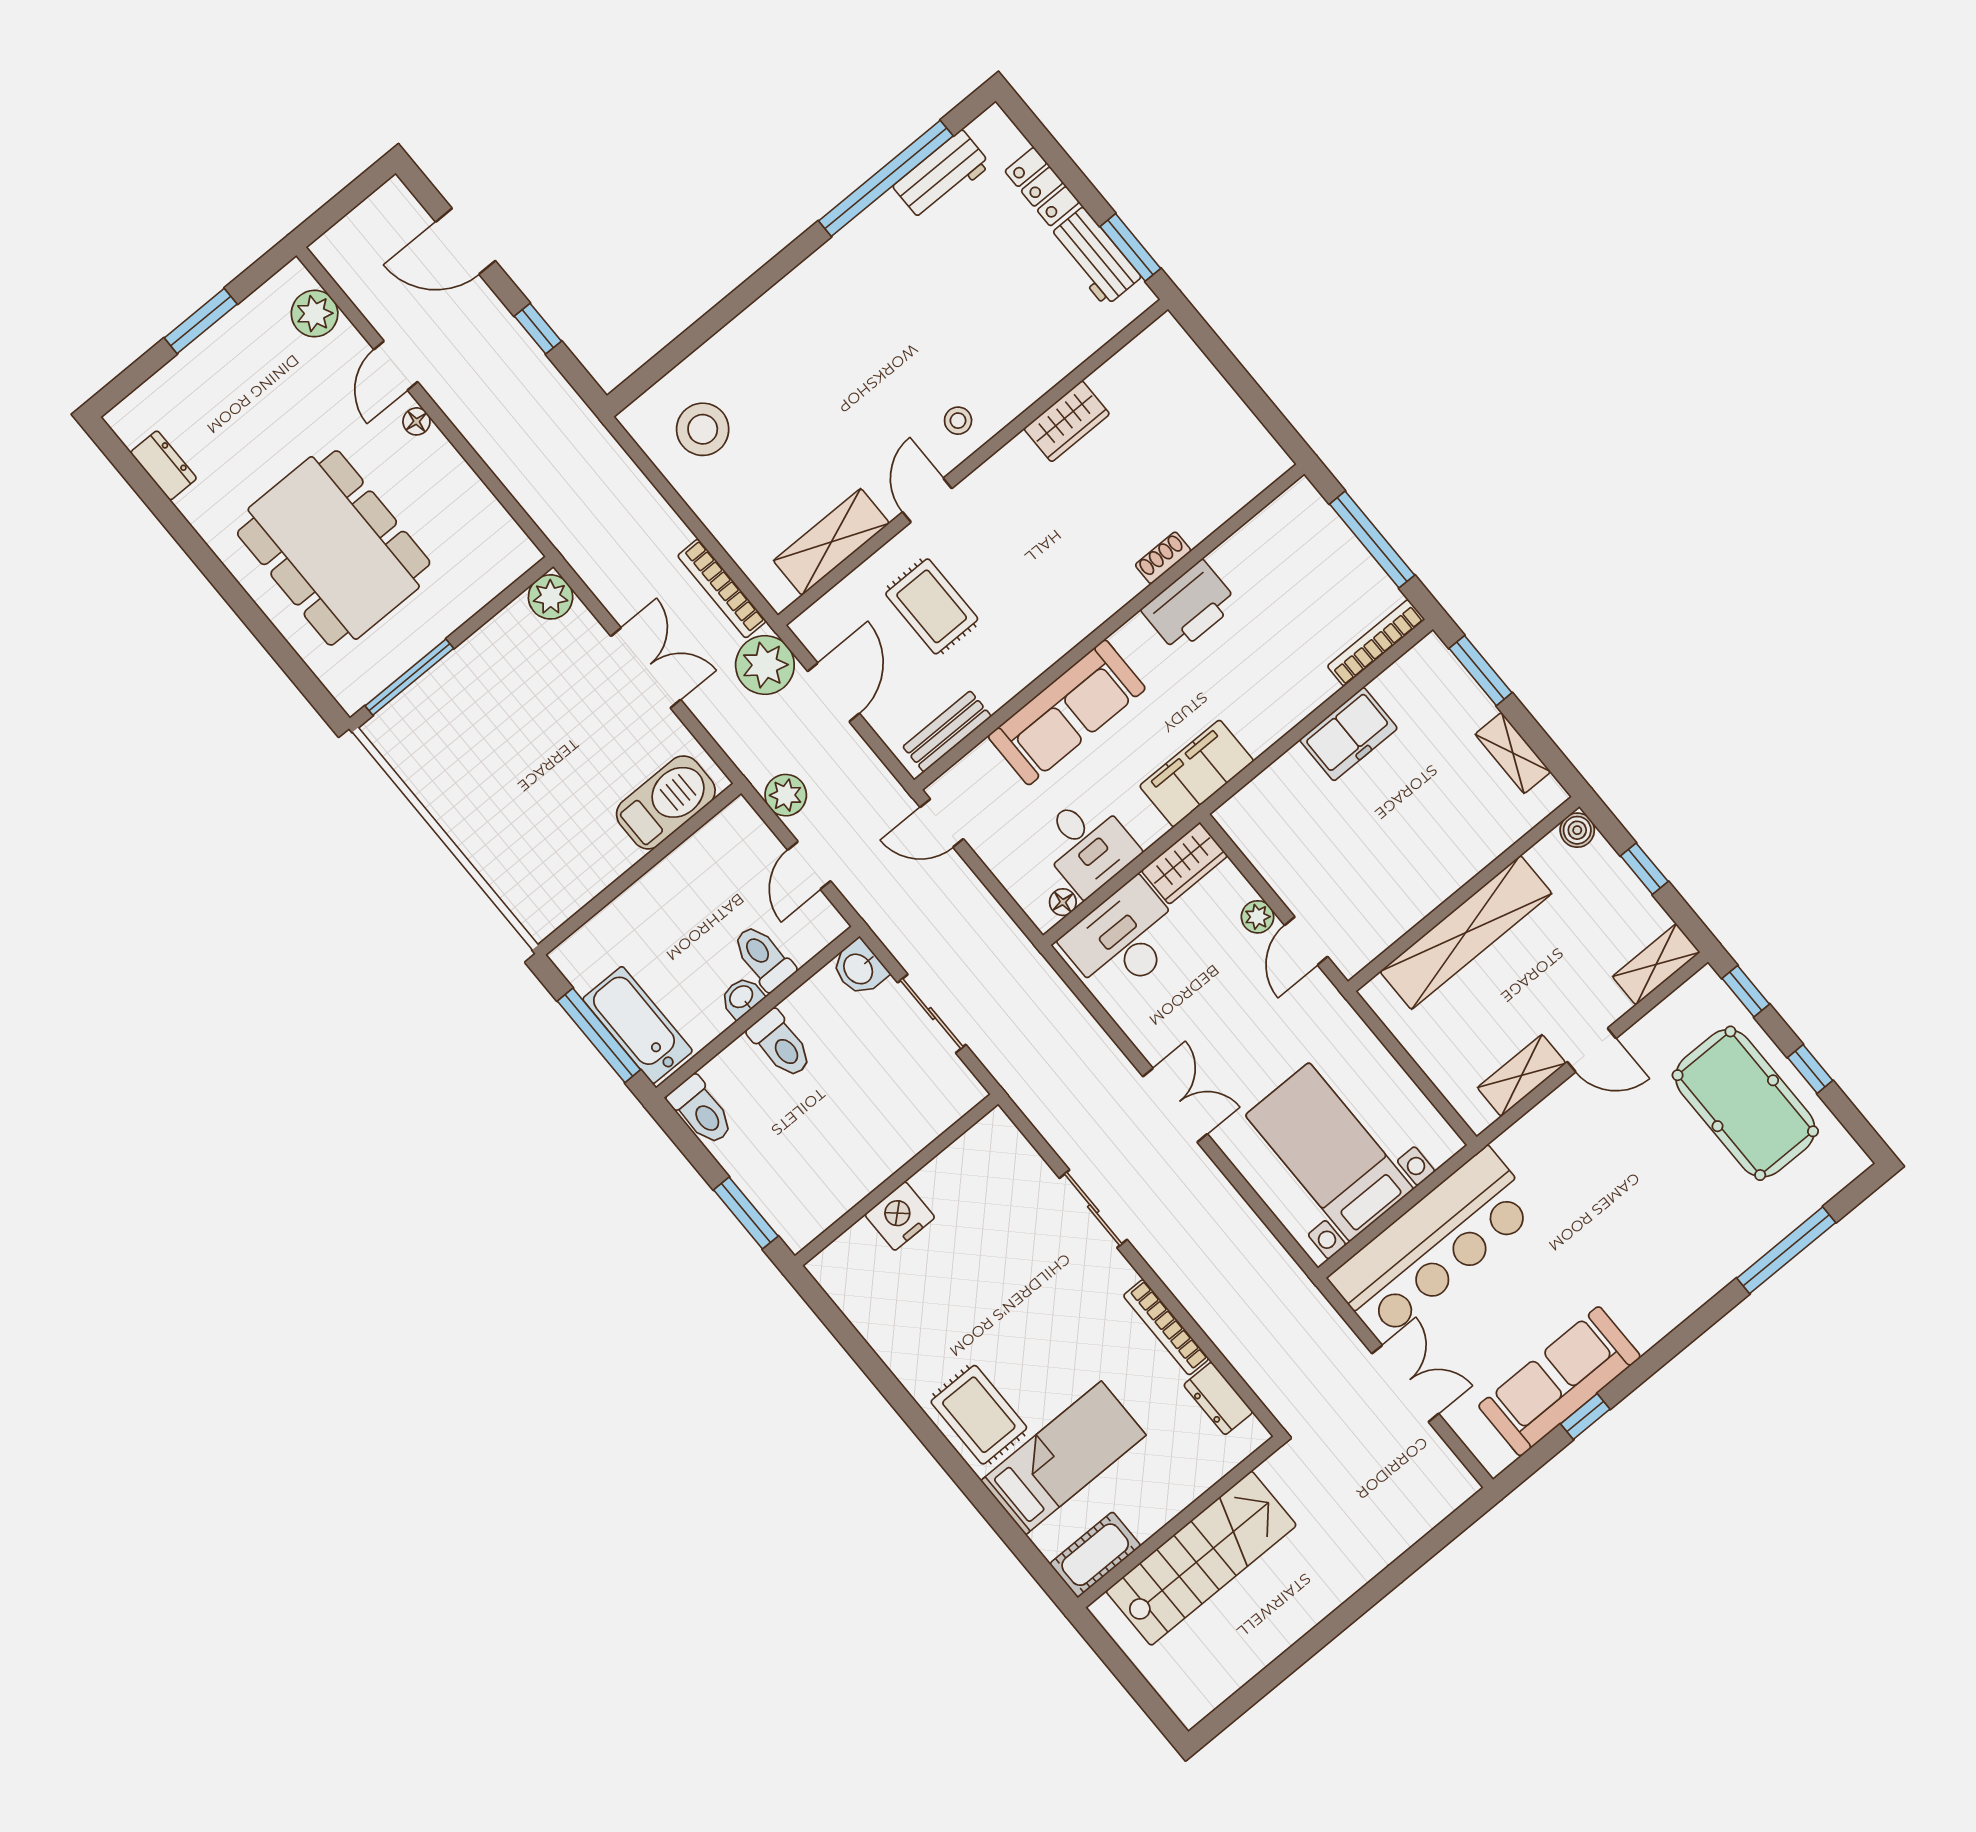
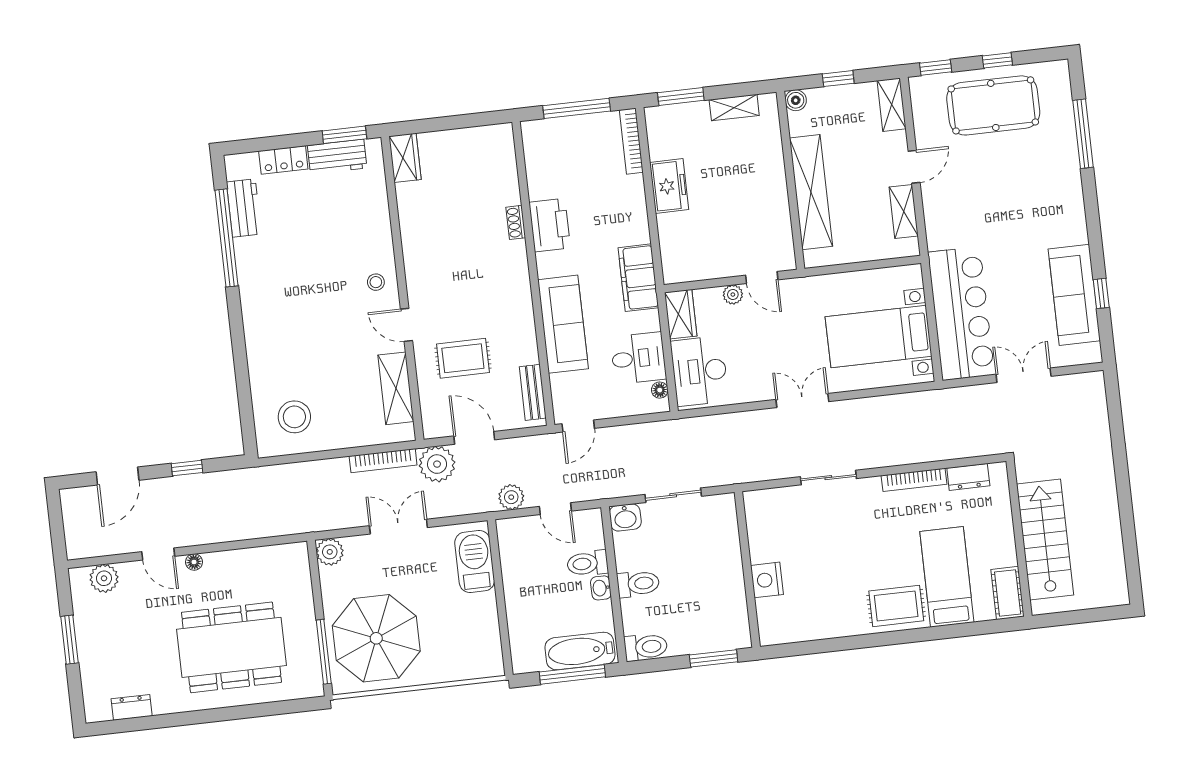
wardrobe: (1067, 421) -> (405, 158), moved
parasol: (474, 737) -> (376, 638), added

